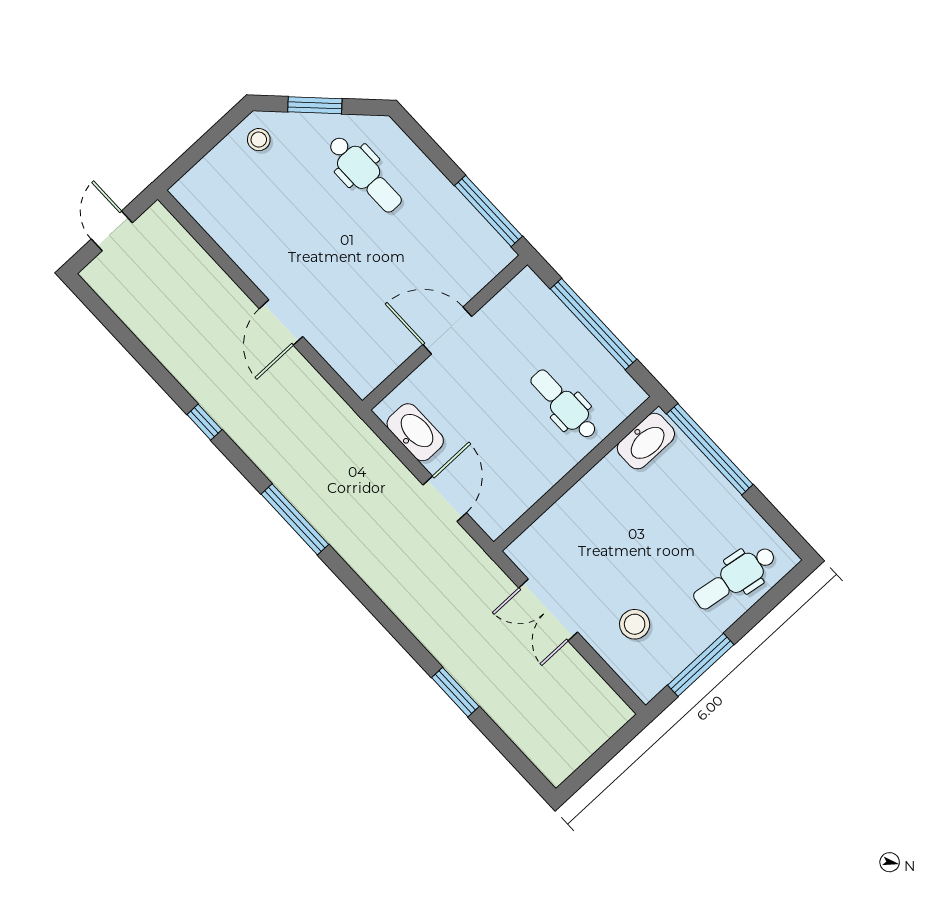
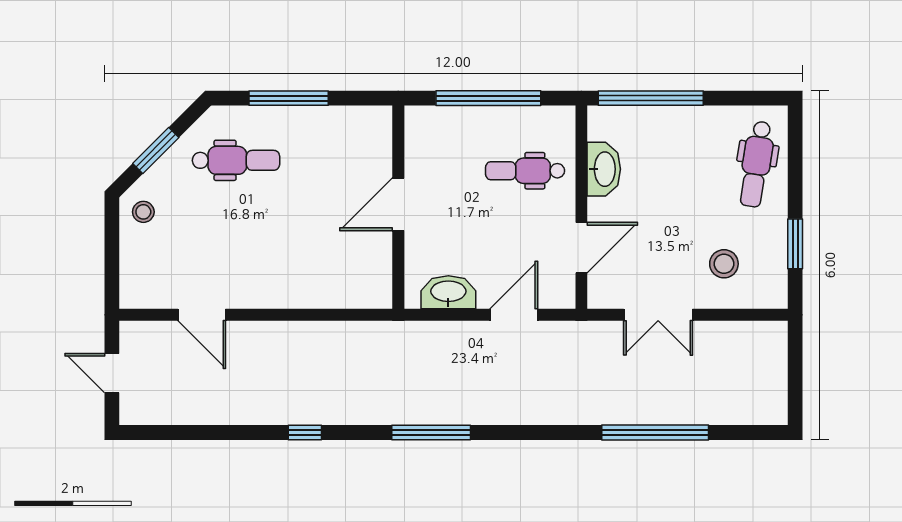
window: (488, 211) -> (289, 98), moved
door: (281, 323) -> (202, 315), moved
washbasin: (646, 441) -> (604, 169), moved
door: (445, 499) -> (514, 315), hinge flipped
door: (545, 503) -> (581, 248), added
window: (701, 665) -> (795, 244), width x0.69
window: (455, 692) -> (655, 433), width x2.11

